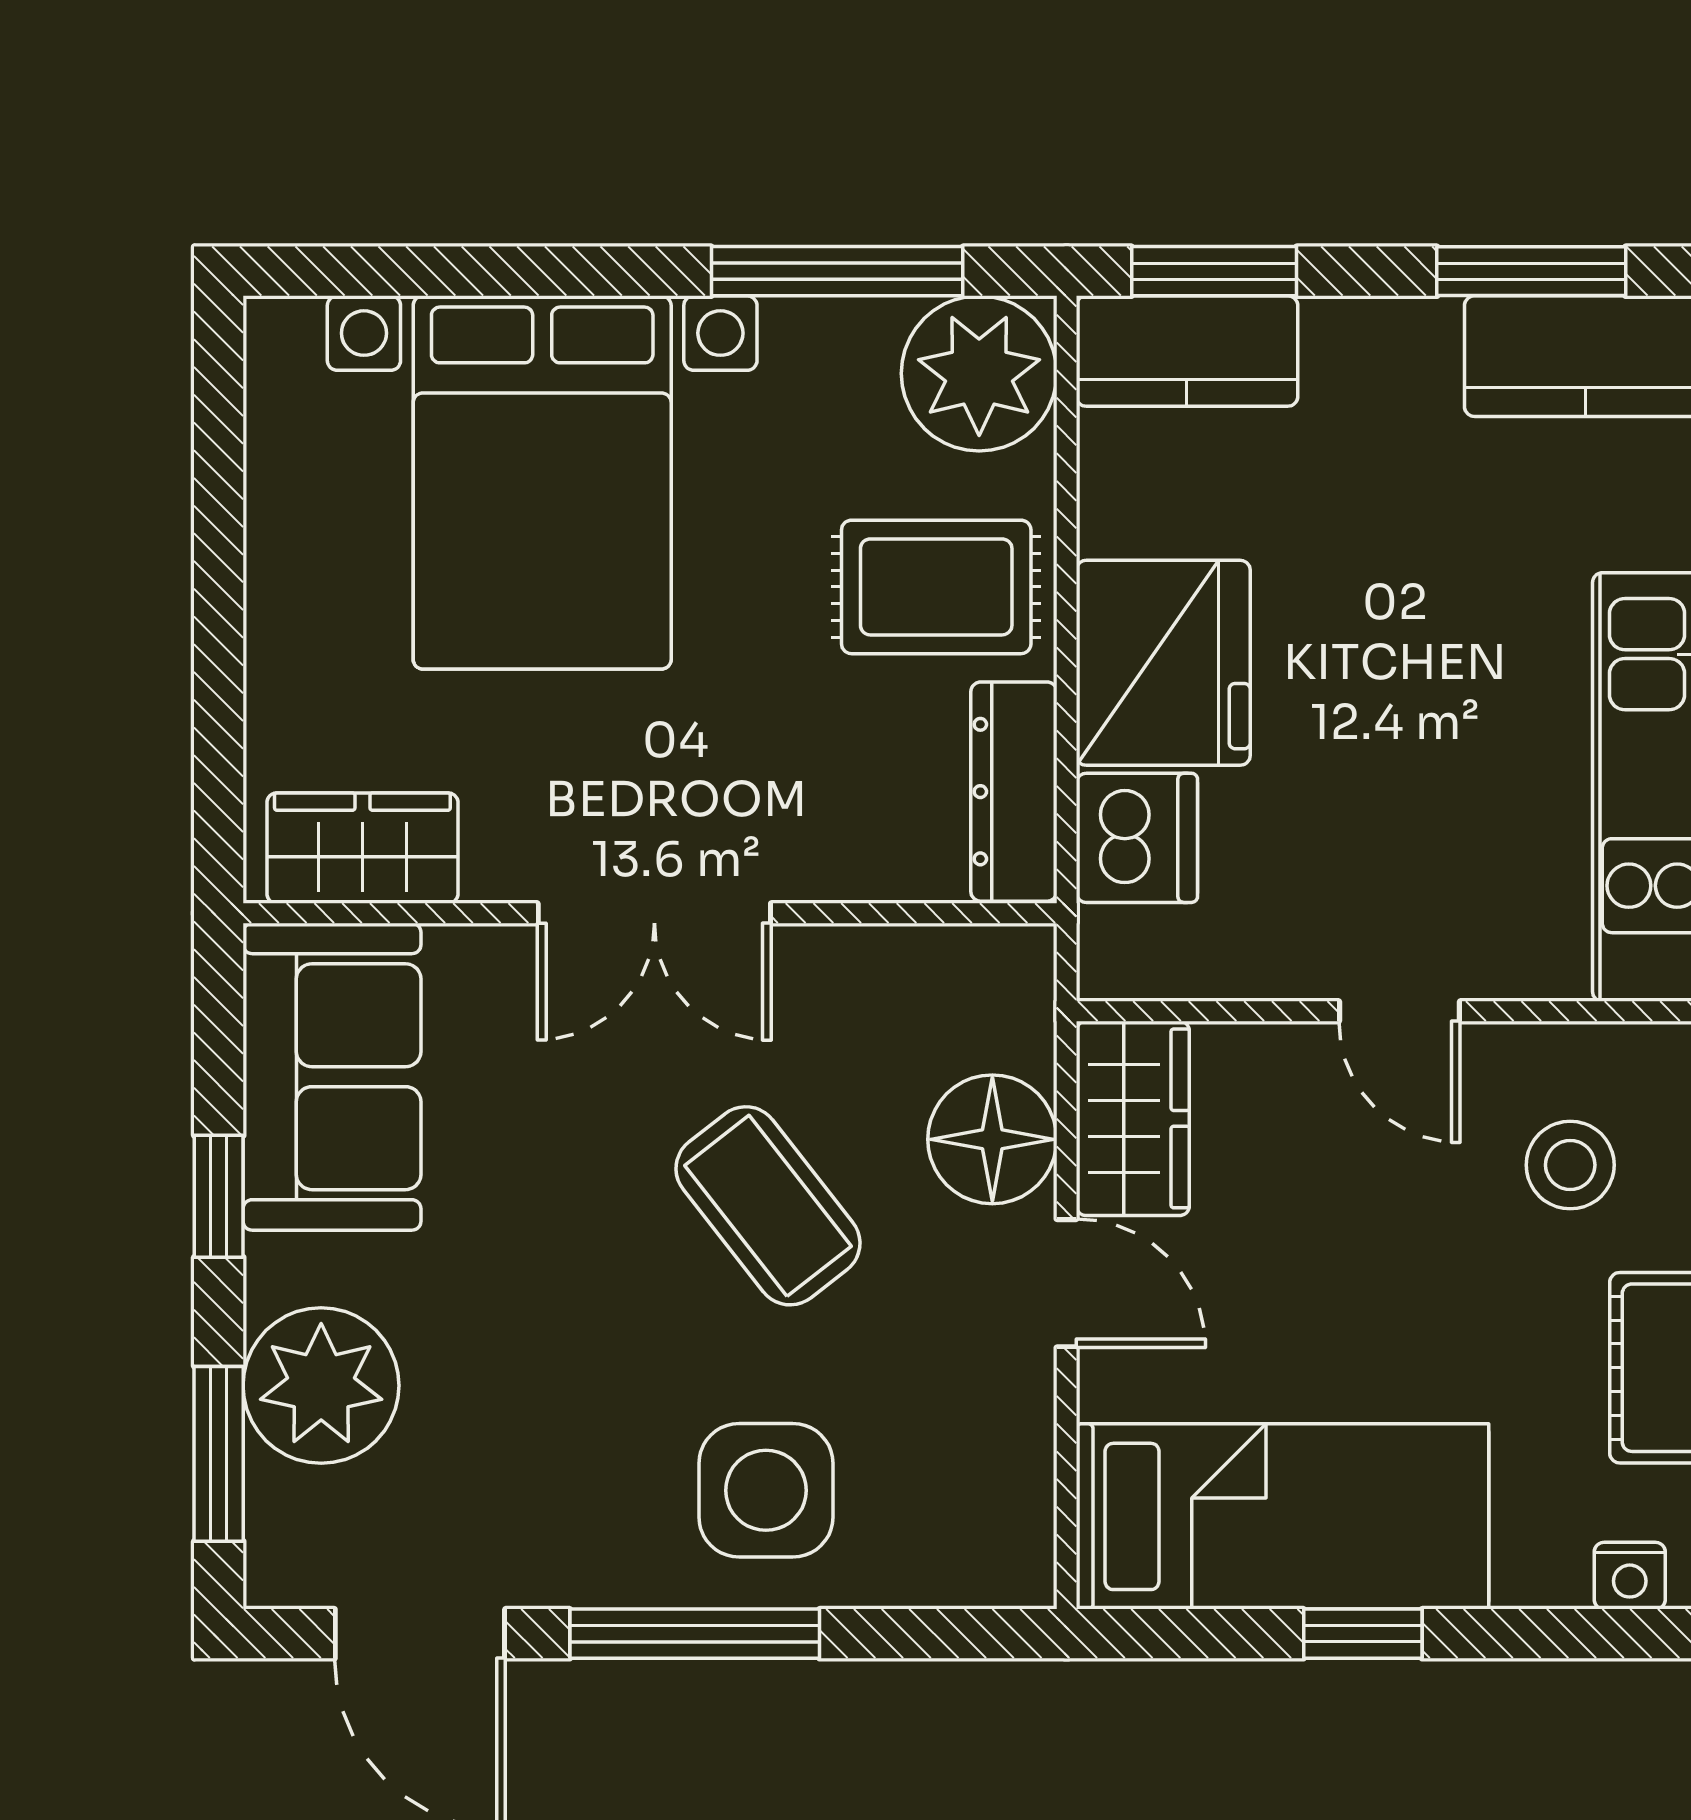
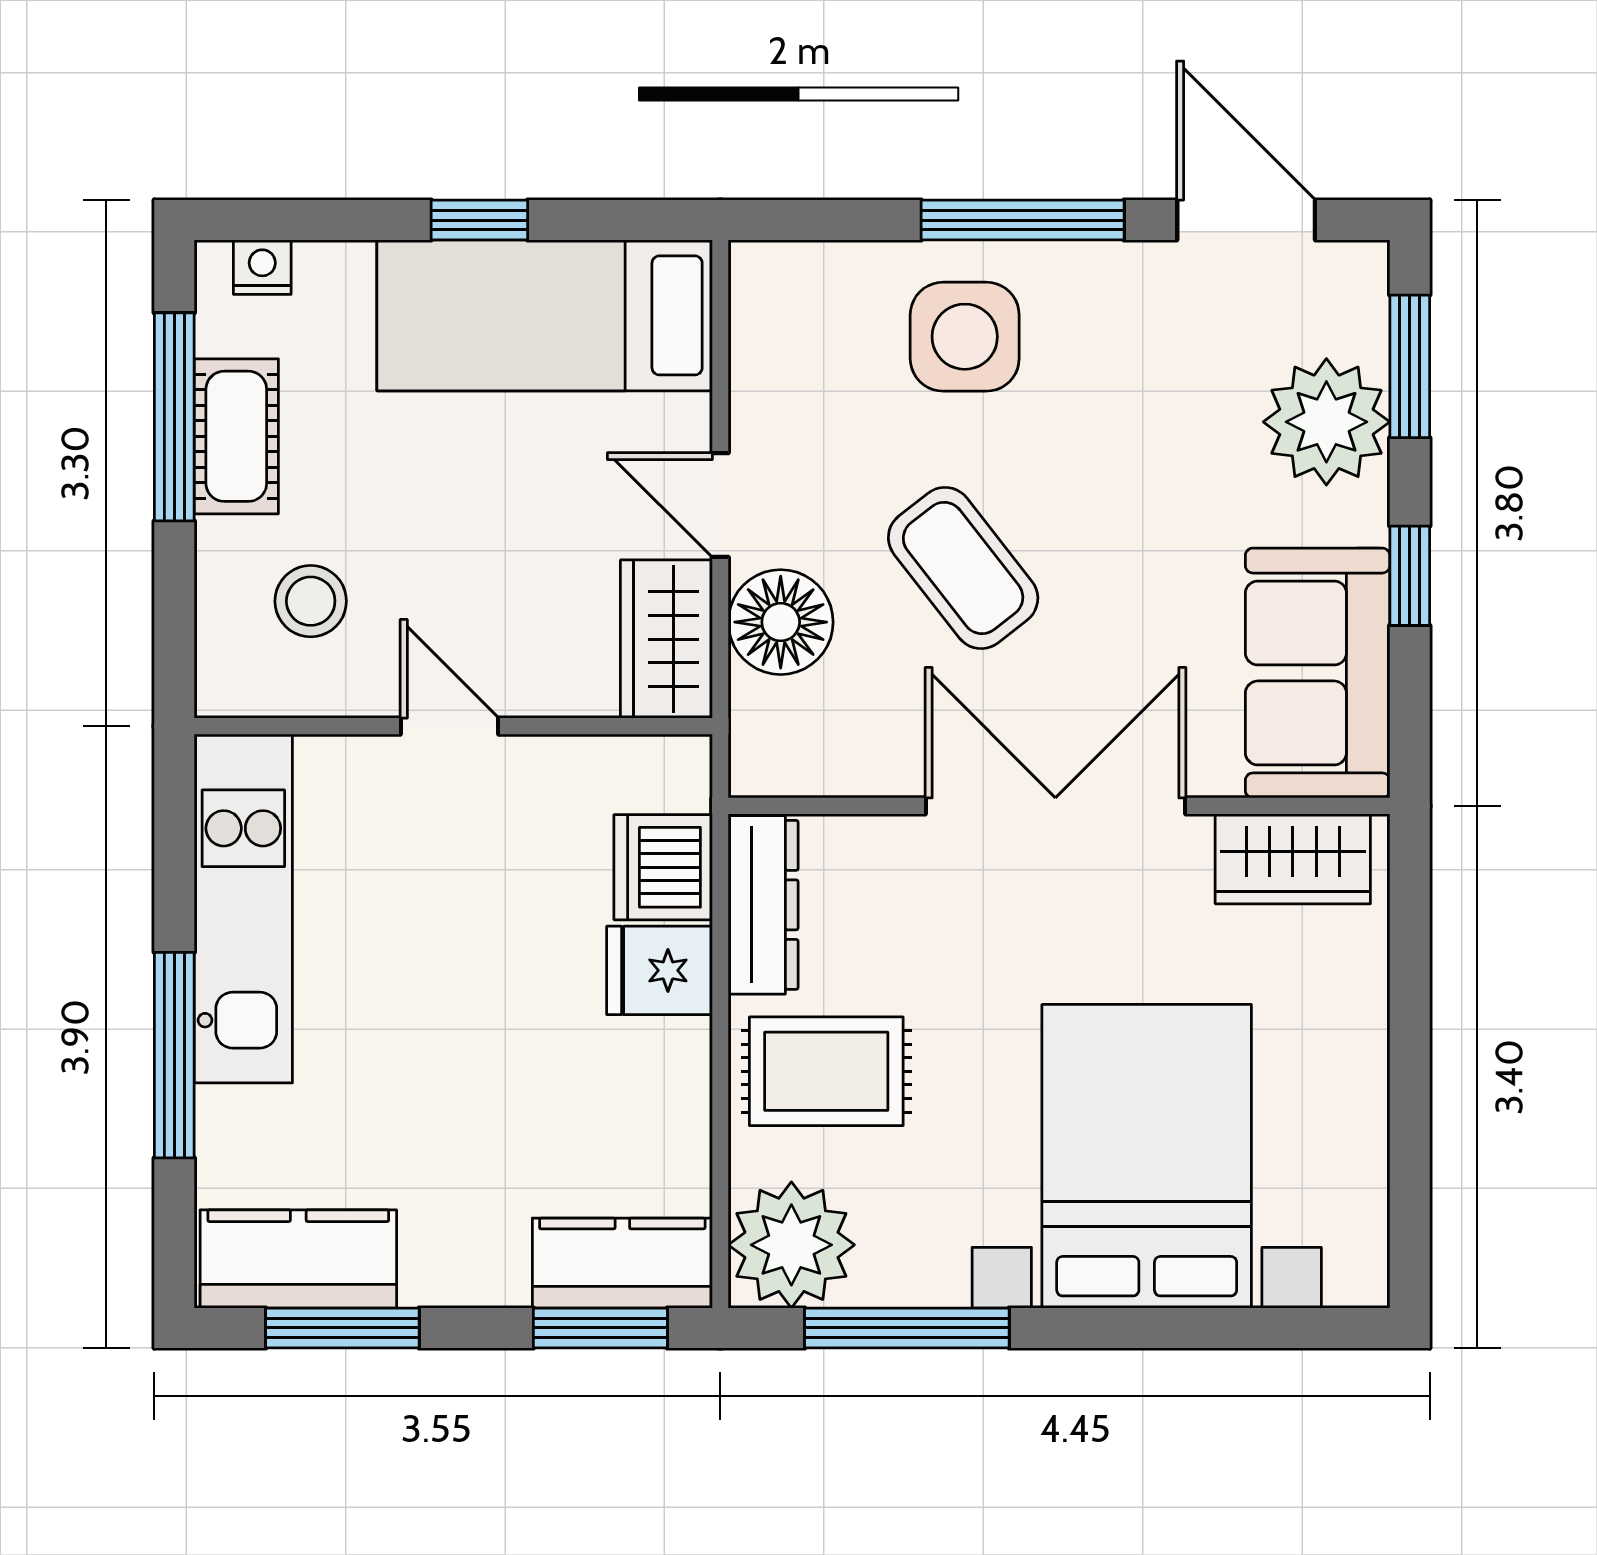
fridge: (1163, 663) -> (660, 970), width x0.53, depth x0.75
double door: (654, 913) -> (1055, 806), width x1.37

